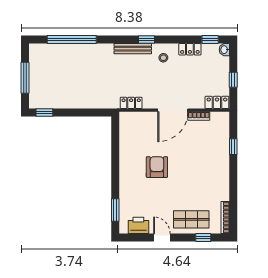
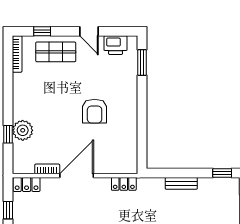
bench: (80, 103) -> (181, 183), added
plant: (220, 150) -> (23, 130), added

